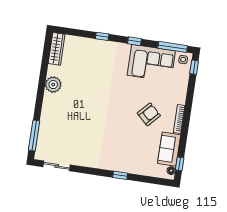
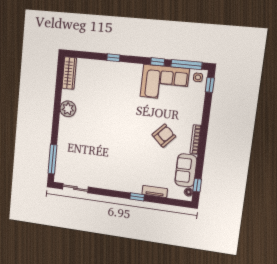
window: (135, 41) -> (158, 62), moved
tv unit: (138, 170) -> (155, 191), added

